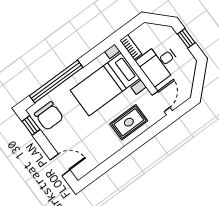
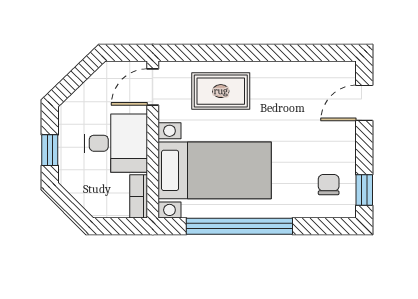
window: (56, 82) -> (239, 226), moved
chair: (49, 116) -> (329, 185), width x0.54, depth x0.54
door: (60, 165) -> (364, 103), hinge flipped

